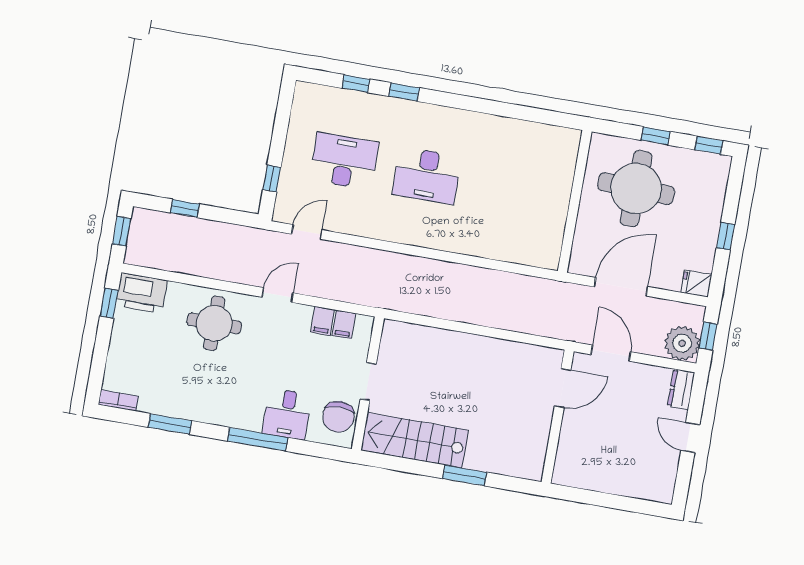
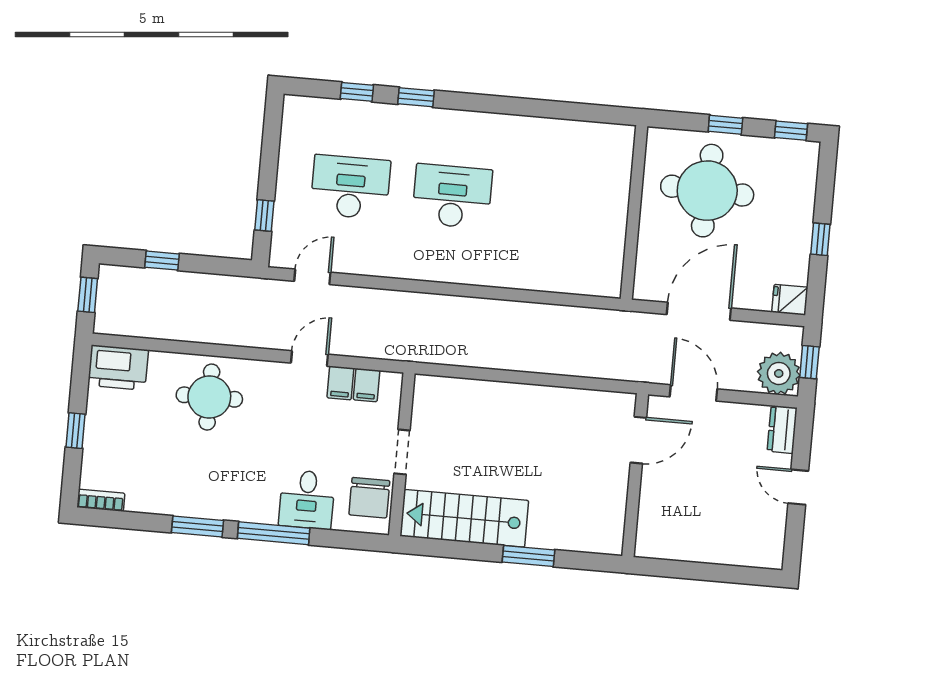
desk: (427, 176) -> (452, 196), turned 180
door: (278, 295) -> (309, 359), moved
window: (109, 303) -> (76, 431), moved
window: (170, 424) -> (197, 526), moved

